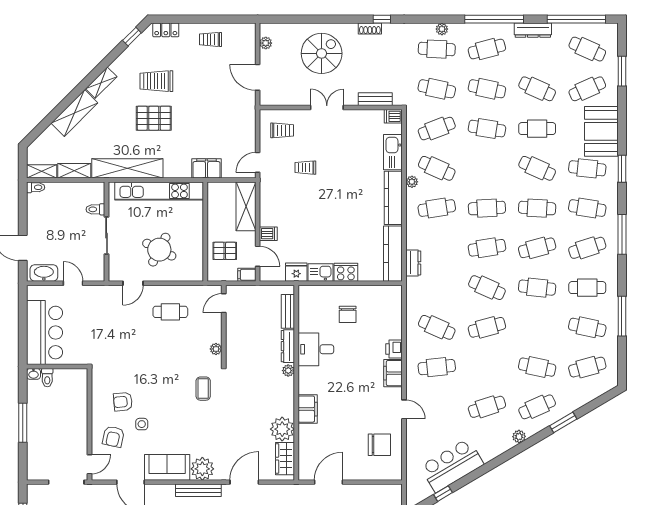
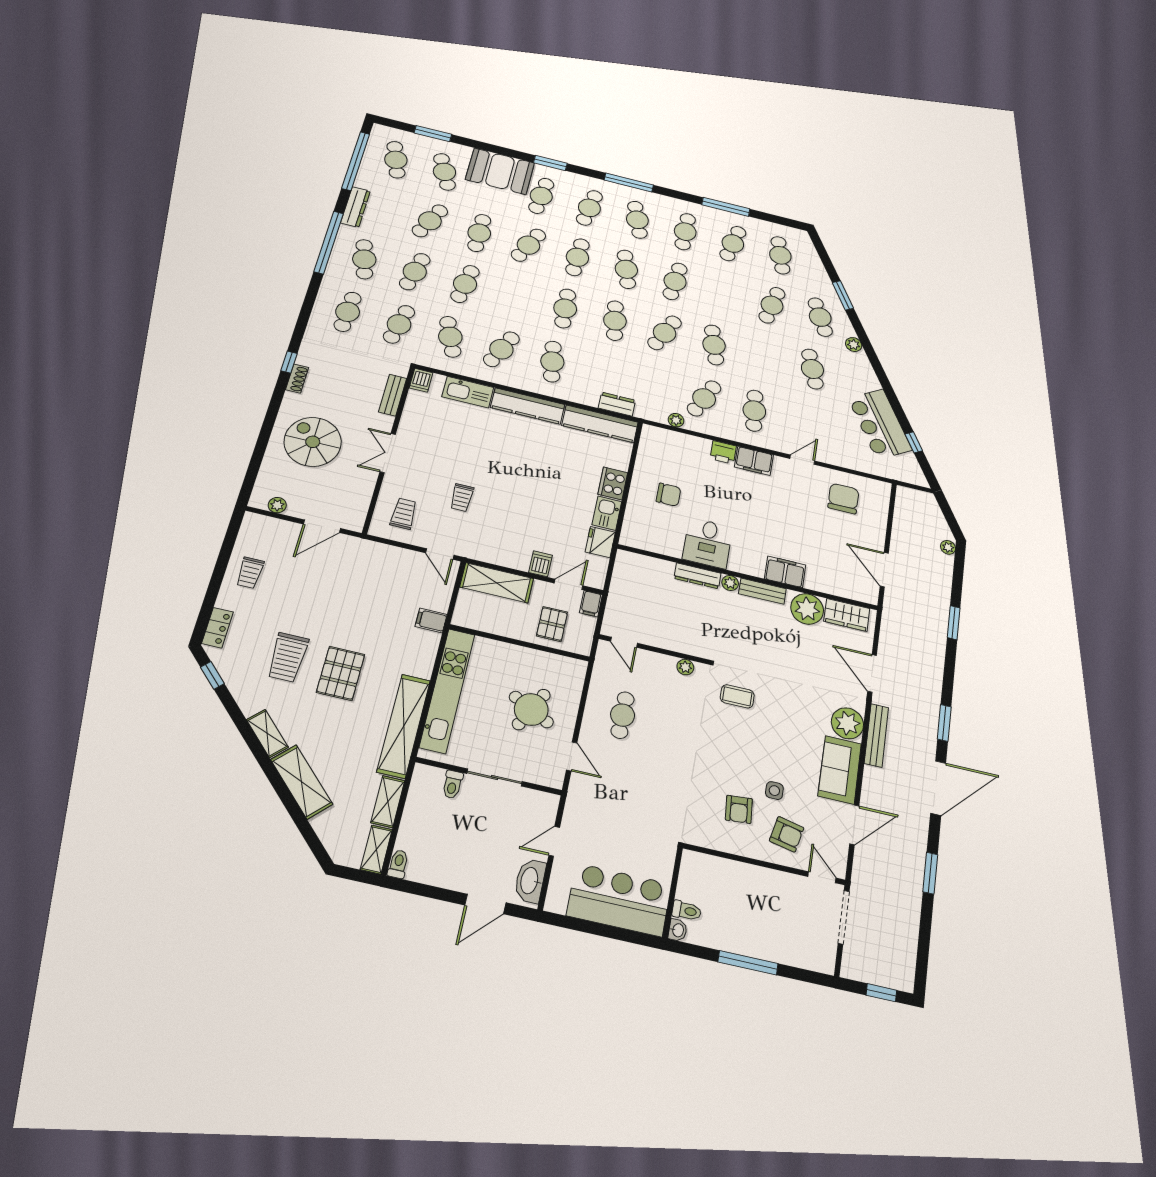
plant: (442, 29) -> (323, 300), removed
cafe table: (587, 49) -> (396, 160), turned -42
filing cabinet: (207, 168) -> (431, 620), width x0.50
plant: (412, 182) -> (676, 420), moved
bench: (288, 311) -> (762, 591), moved

